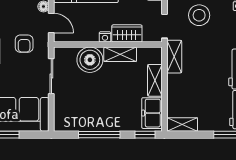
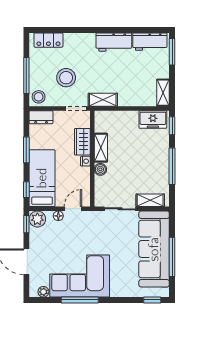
armchair: (24, 44) -> (91, 233), removed
boiler: (90, 60) -> (100, 169), width x0.54, depth x0.54
shelving: (155, 80) -> (150, 200), moved

